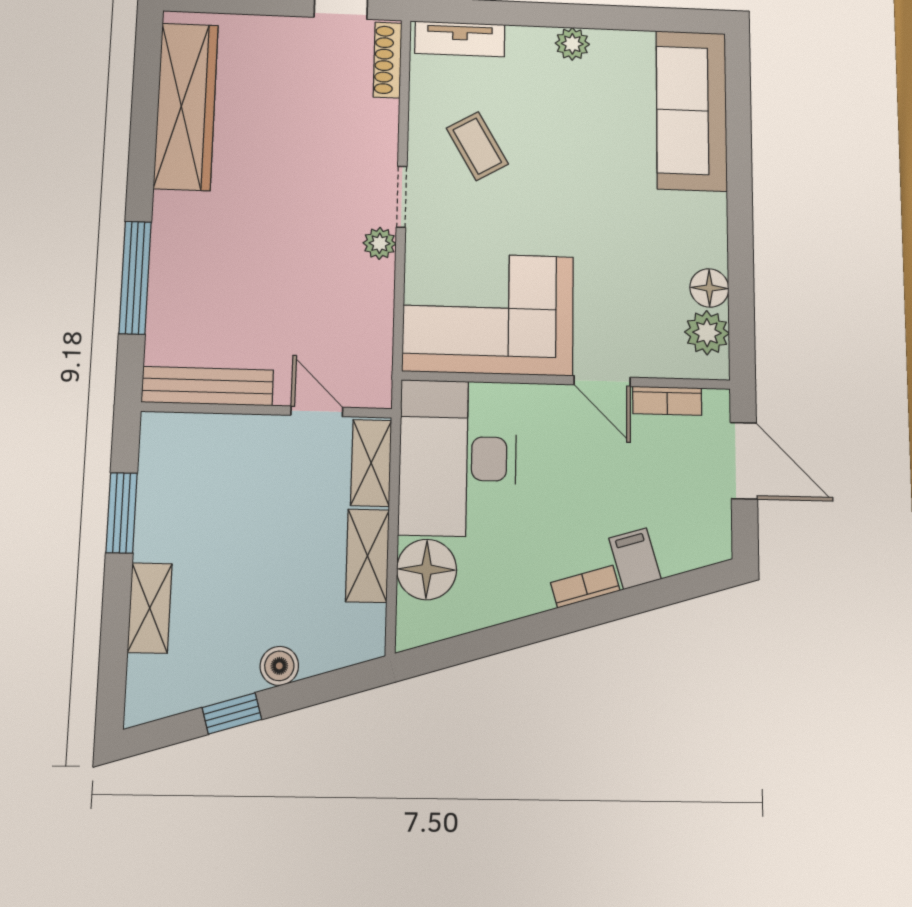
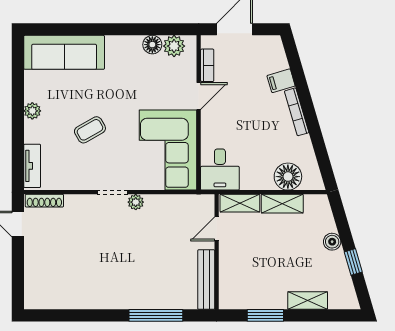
wardrobe: (186, 106) -> (72, 296), removed
coffee table: (477, 146) -> (90, 130), moved
desk: (458, 458) -> (220, 170), width x0.53, depth x0.77
bookcase: (585, 587) -> (297, 112), width x1.56

